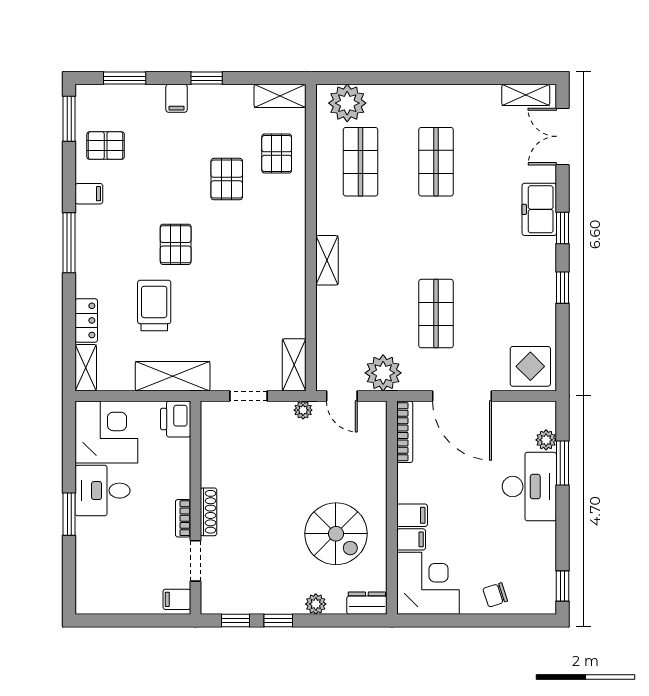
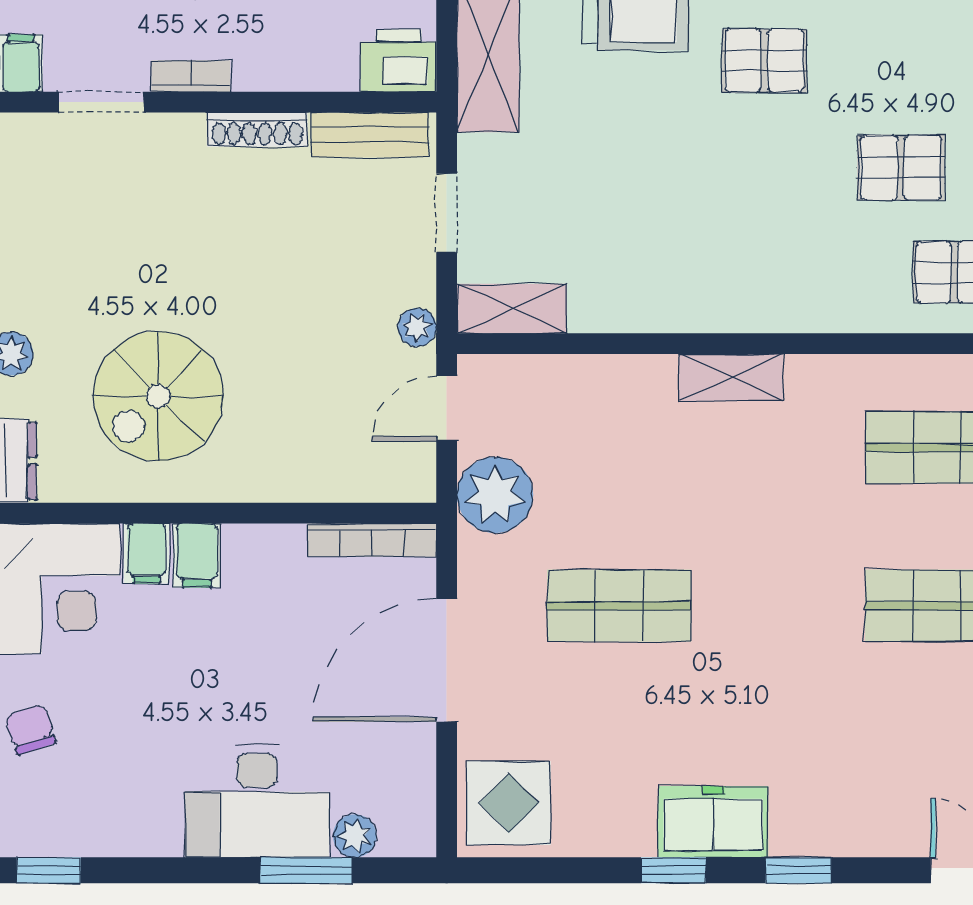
freezer: (539, 209) -> (713, 822), moved
bench: (211, 433) -> (370, 135), added
shoe rack: (209, 512) -> (257, 130), moved

